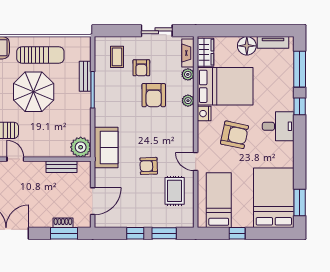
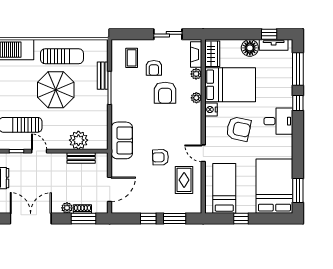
window: (268, 31) -> (269, 34), added
plant: (81, 147) -> (78, 140), moved
plant: (46, 222) -> (67, 208), added

